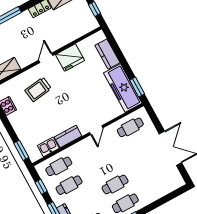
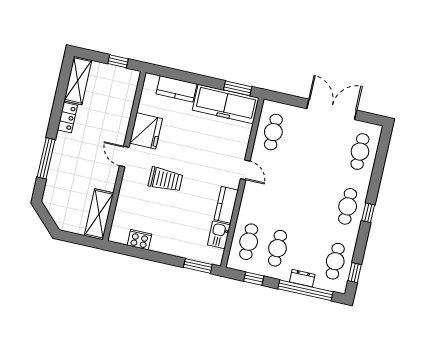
trolley: (38, 89) -> (165, 179), moved, turned -82
cafe table: (115, 185) -> (360, 152), moved

